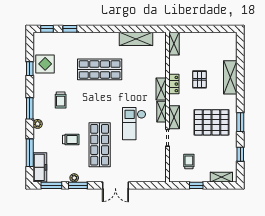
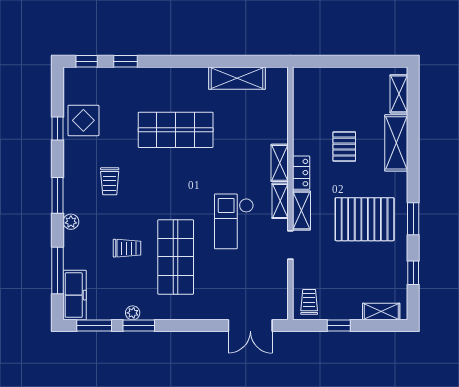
shelving: (174, 44) -> (399, 94), moved
locker: (174, 84) -> (301, 173), moved
trolley: (189, 161) -> (309, 302), moved
double door: (115, 185) -> (250, 325), moved

